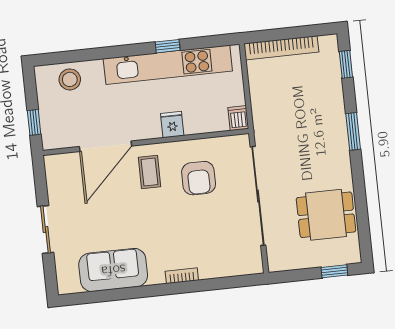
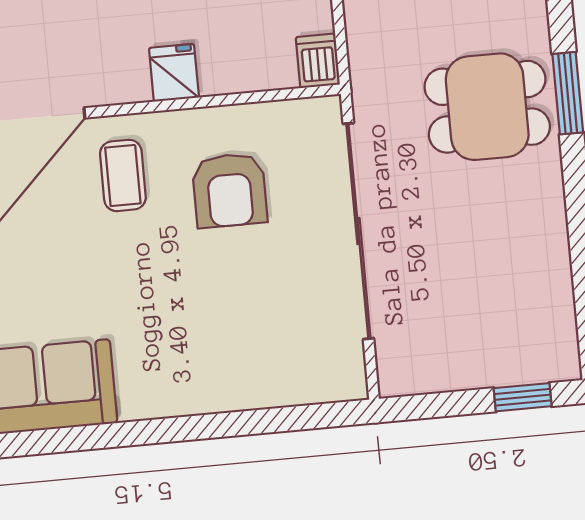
dining table: (326, 215) -> (487, 107), moved
bookcase: (182, 276) -> (190, 402), removed

